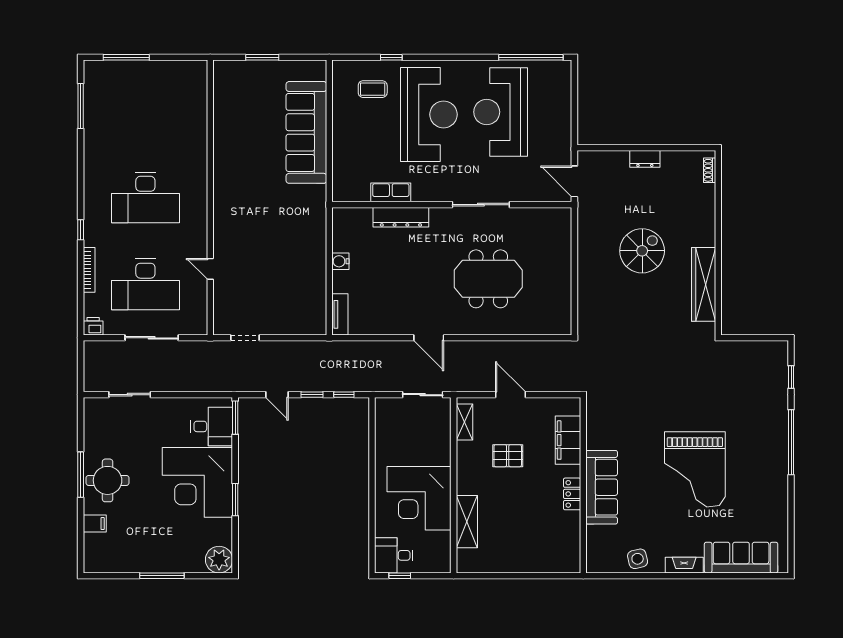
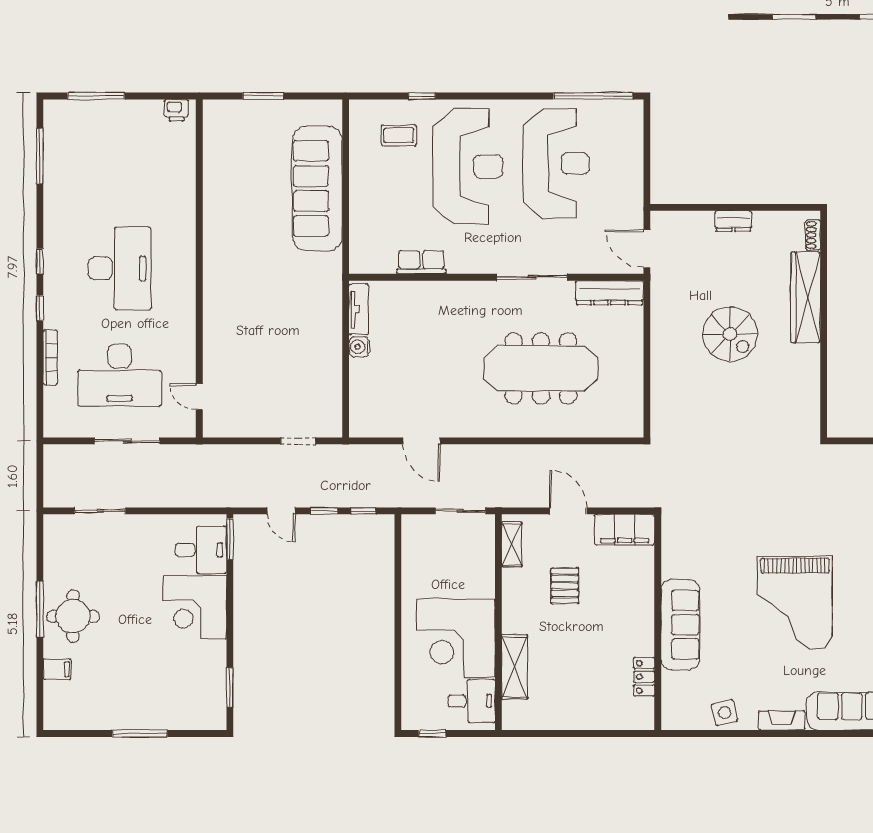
reception desk: (501, 112) -> (556, 163), turned 180
window: (81, 192) -> (40, 261), added
desk: (145, 197) -> (120, 268), turned -90
dresser: (401, 217) -> (609, 293), moved
spiral stairs: (642, 251) -> (730, 334), turned 90
door: (210, 269) -> (199, 397), moved
meeting table: (488, 279) -> (541, 368), width x1.36
wardrobe: (704, 284) -> (806, 297), moved
tv unit: (340, 314) -> (359, 309), moved
printer: (93, 326) -> (176, 110), moved, turned 180
doorway: (245, 338) -> (298, 441), moved
door: (429, 338) -> (421, 441), moved
filing cabinet: (568, 440) -> (625, 530), moved, turned -90
pallet: (508, 456) -> (565, 586), turned 90
corner desk: (197, 482) -> (195, 607), width x0.74, depth x0.74
locker: (572, 494) -> (644, 677), moved
window: (235, 500) -> (230, 688), moved
desk: (394, 555) -> (472, 701), moved, turned 180
plant: (219, 560) -> (210, 714), removed

